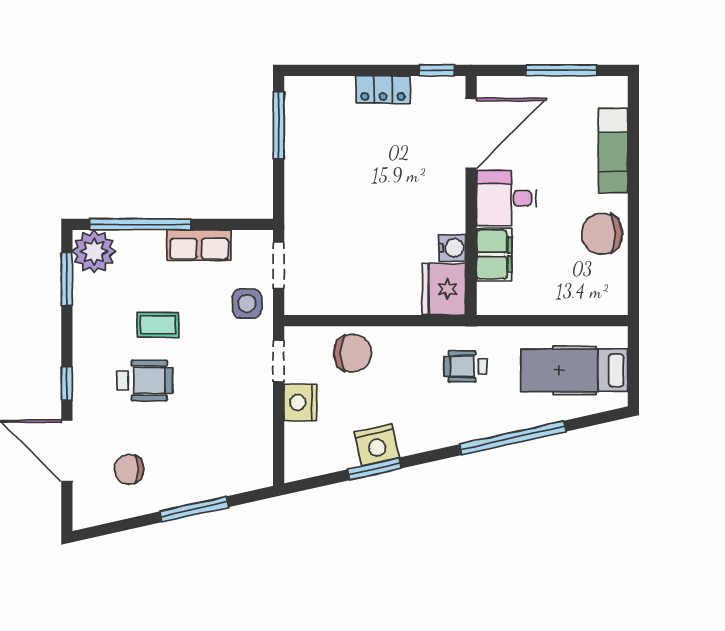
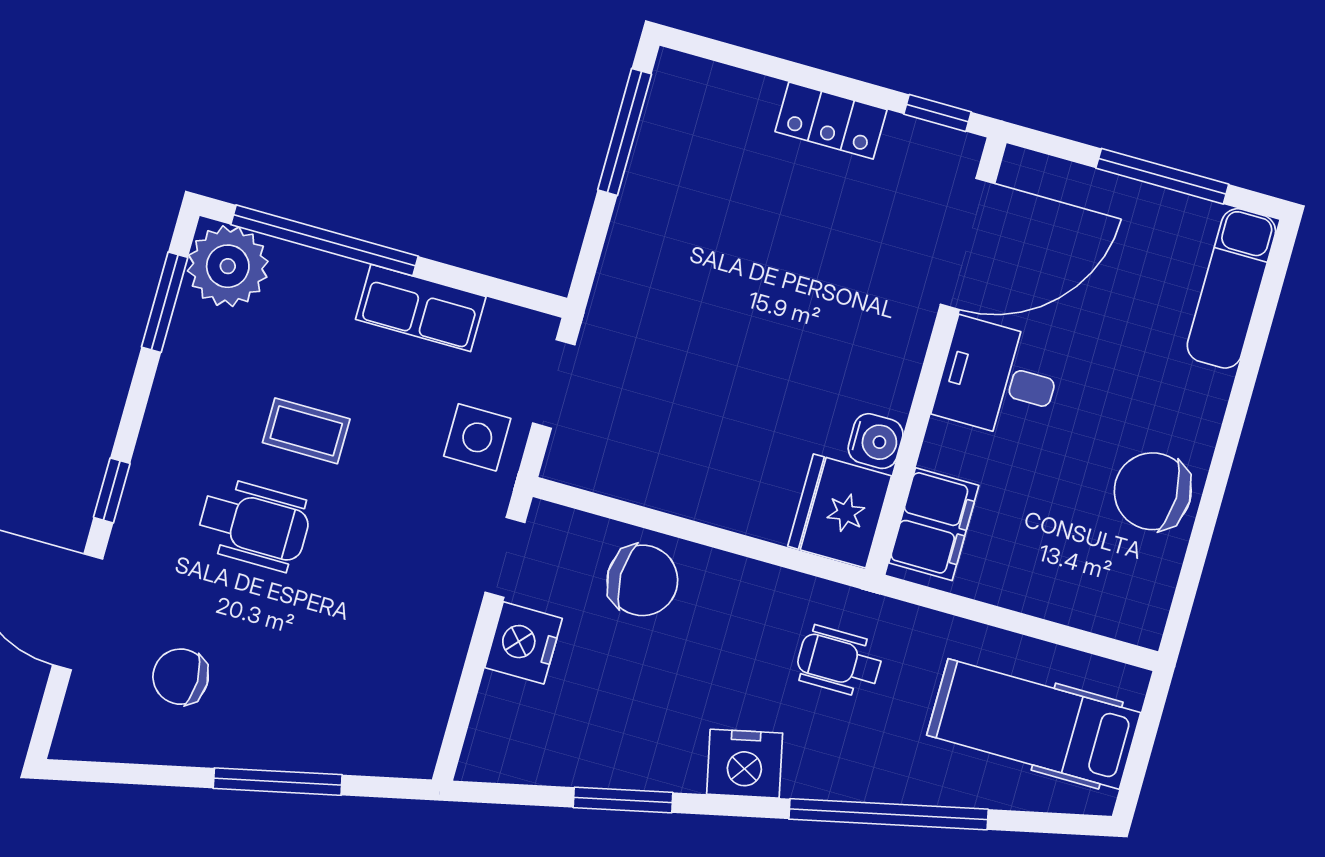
exam couch: (613, 151) -> (1231, 288), moved
filing cabinet: (494, 254) -> (934, 524), moved
nightstand: (377, 445) -> (745, 764), moved

